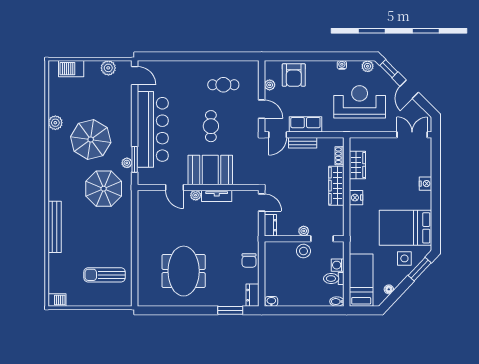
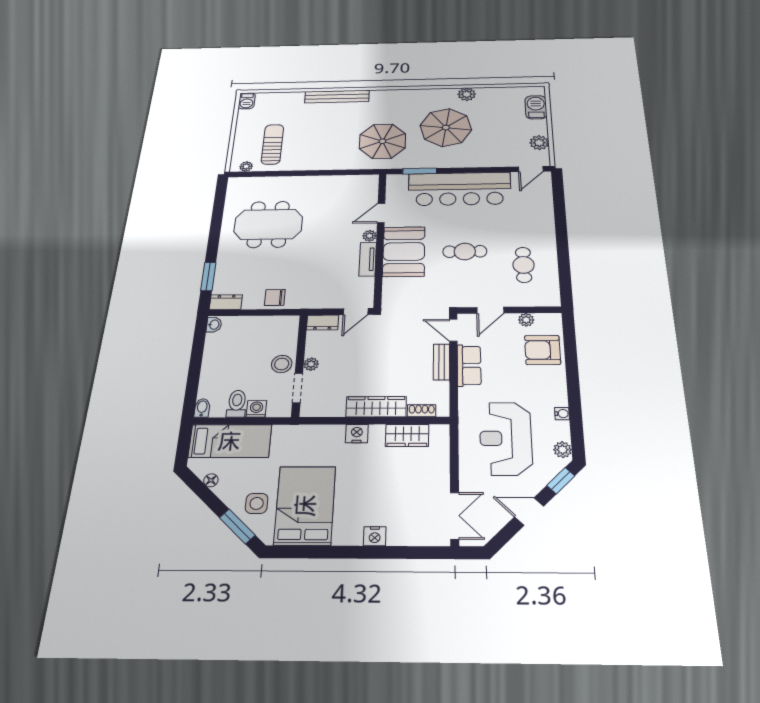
reception desk: (360, 102) -> (506, 438), turned 180
plant: (127, 163) -> (246, 166), moved

